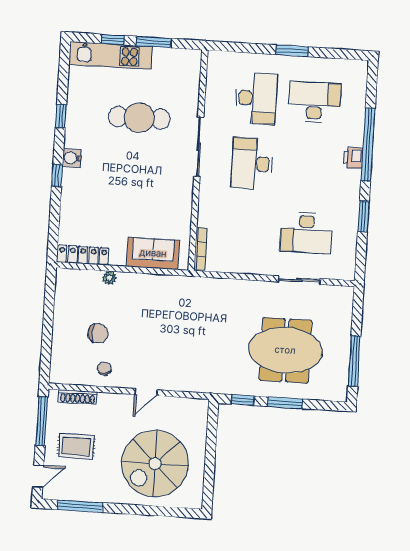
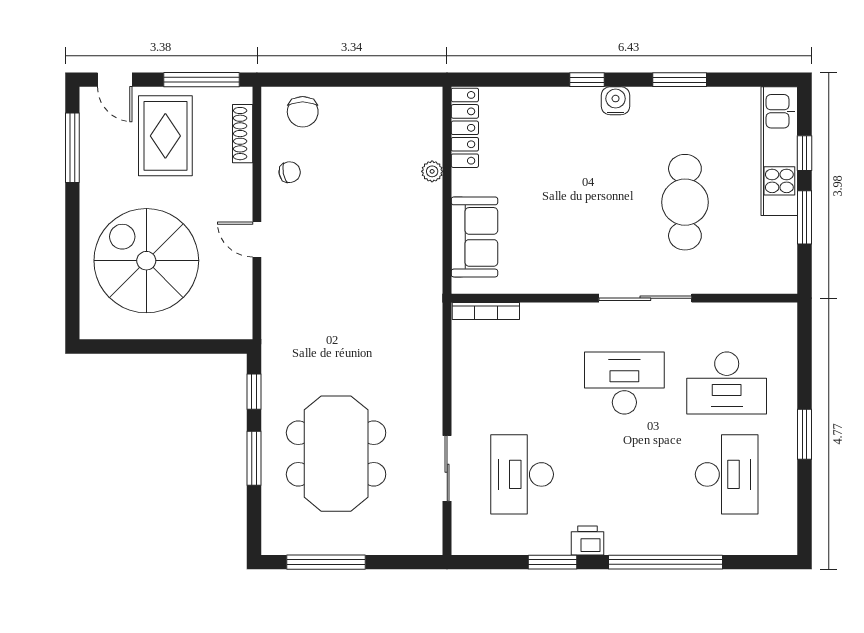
window: (61, 116) -> (680, 80), width x1.50
printer: (353, 158) -> (588, 540), moved
chair: (98, 333) -> (303, 112), moved
rug: (76, 446) -> (165, 136), width x1.36, depth x1.43

